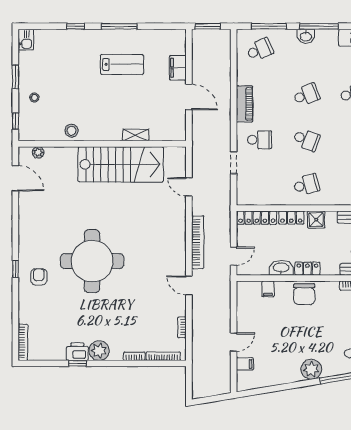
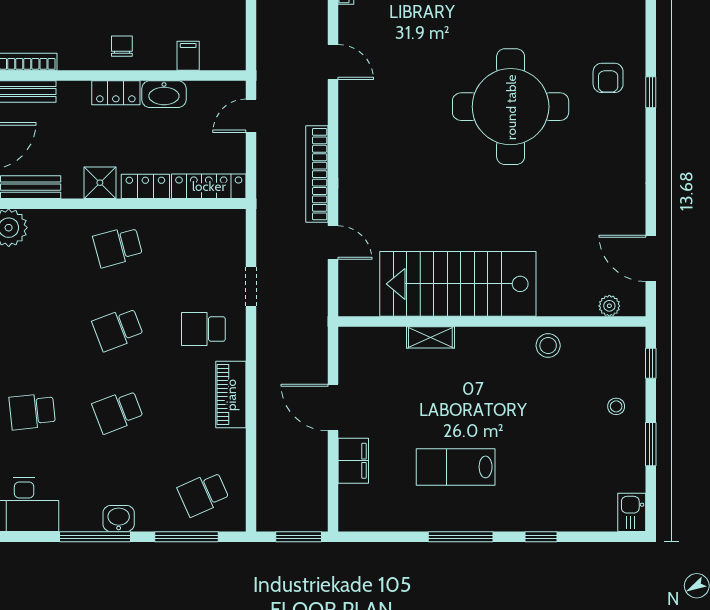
school desk: (306, 140) -> (118, 329), turned -42
bookcase: (198, 242) -> (317, 174), moved
chair: (304, 294) -> (122, 46), width x0.54, depth x0.54

